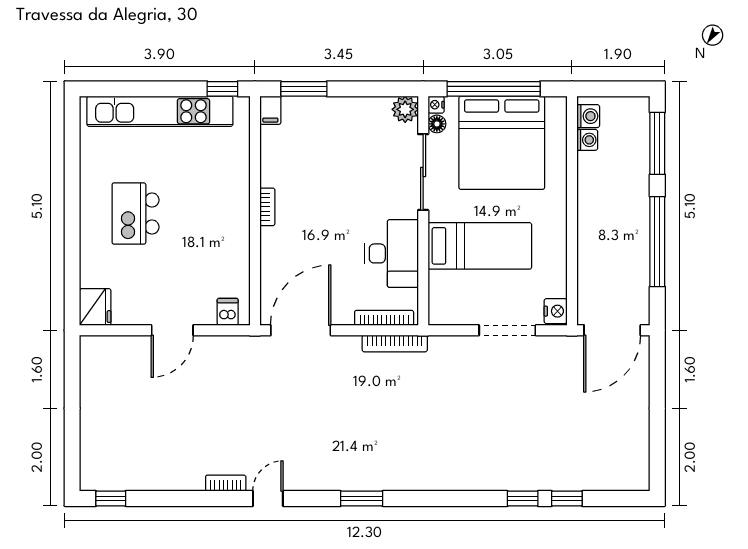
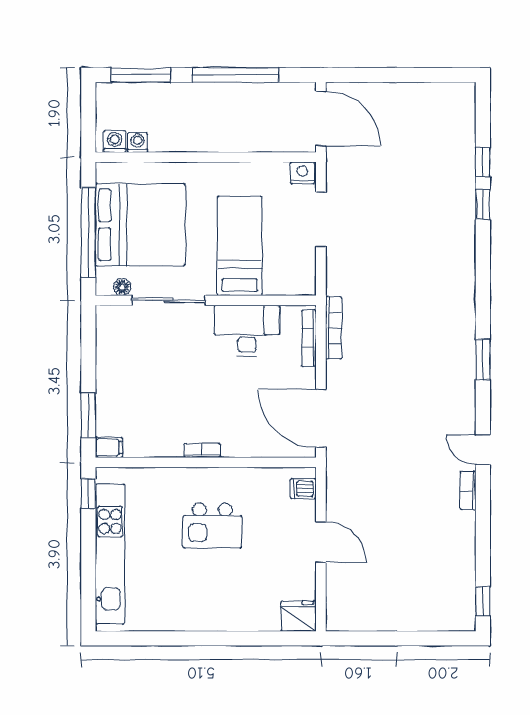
nightstand: (436, 105) -> (104, 288), removed
plant: (405, 109) -> (108, 318), removed
kitchen island: (136, 214) -> (212, 526), moved

